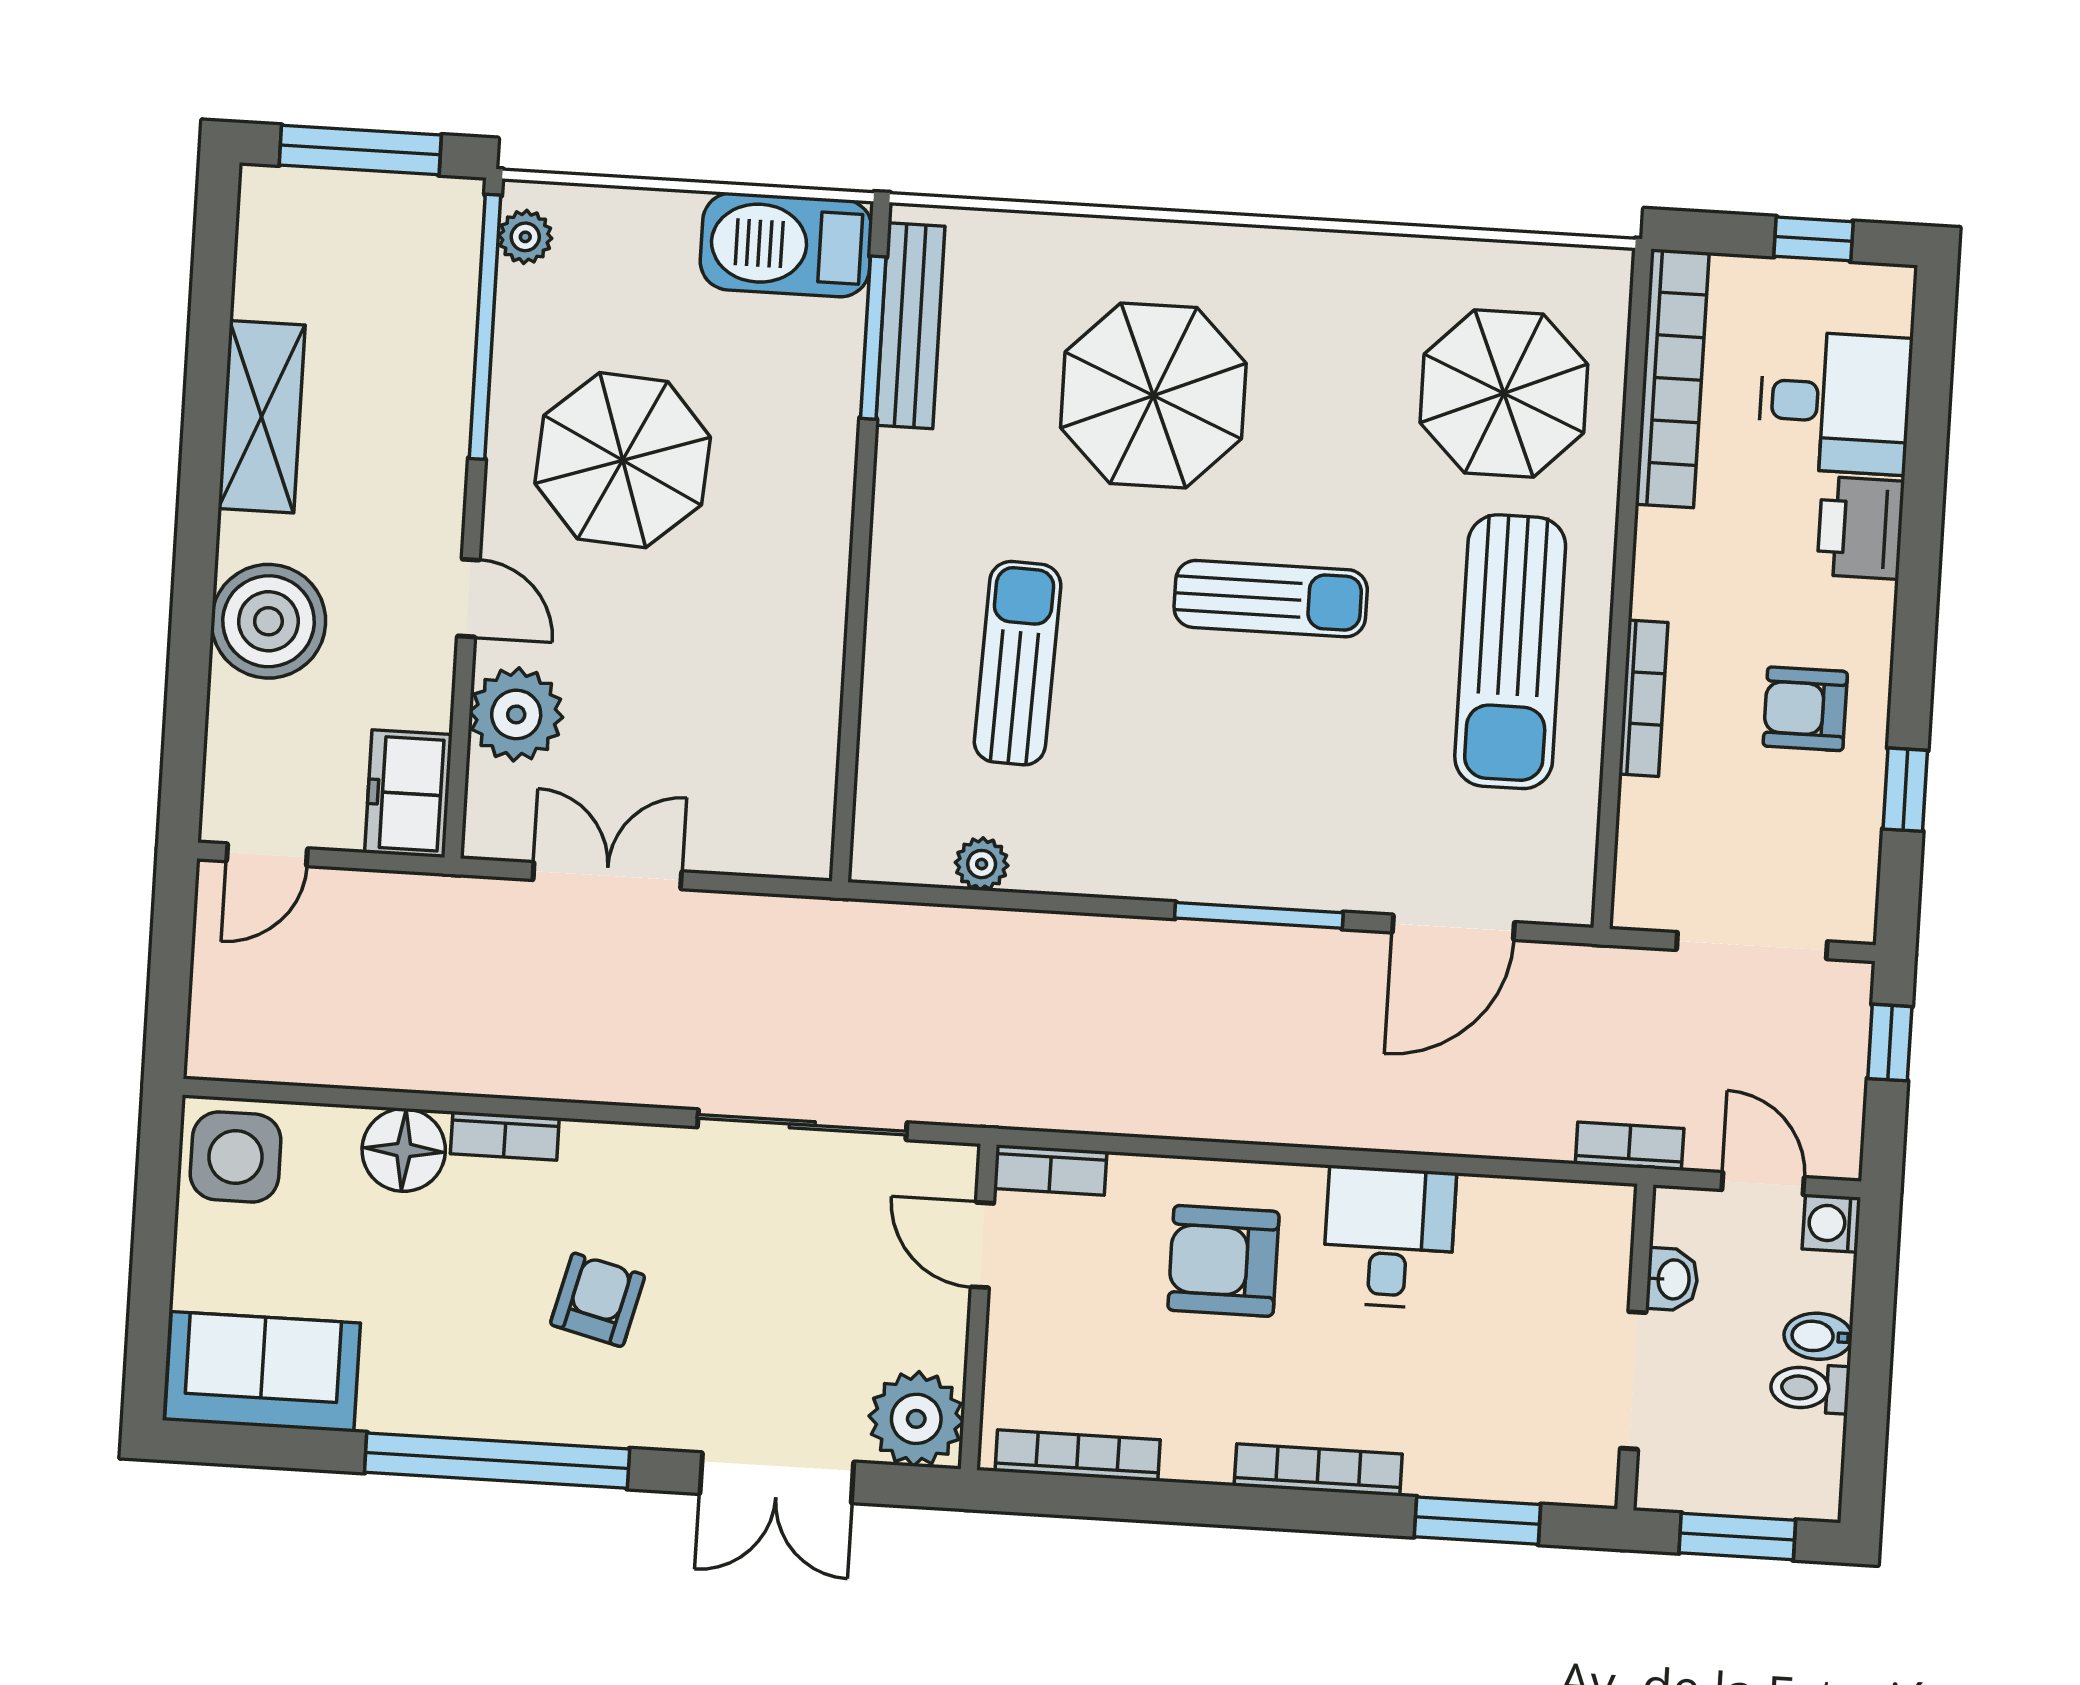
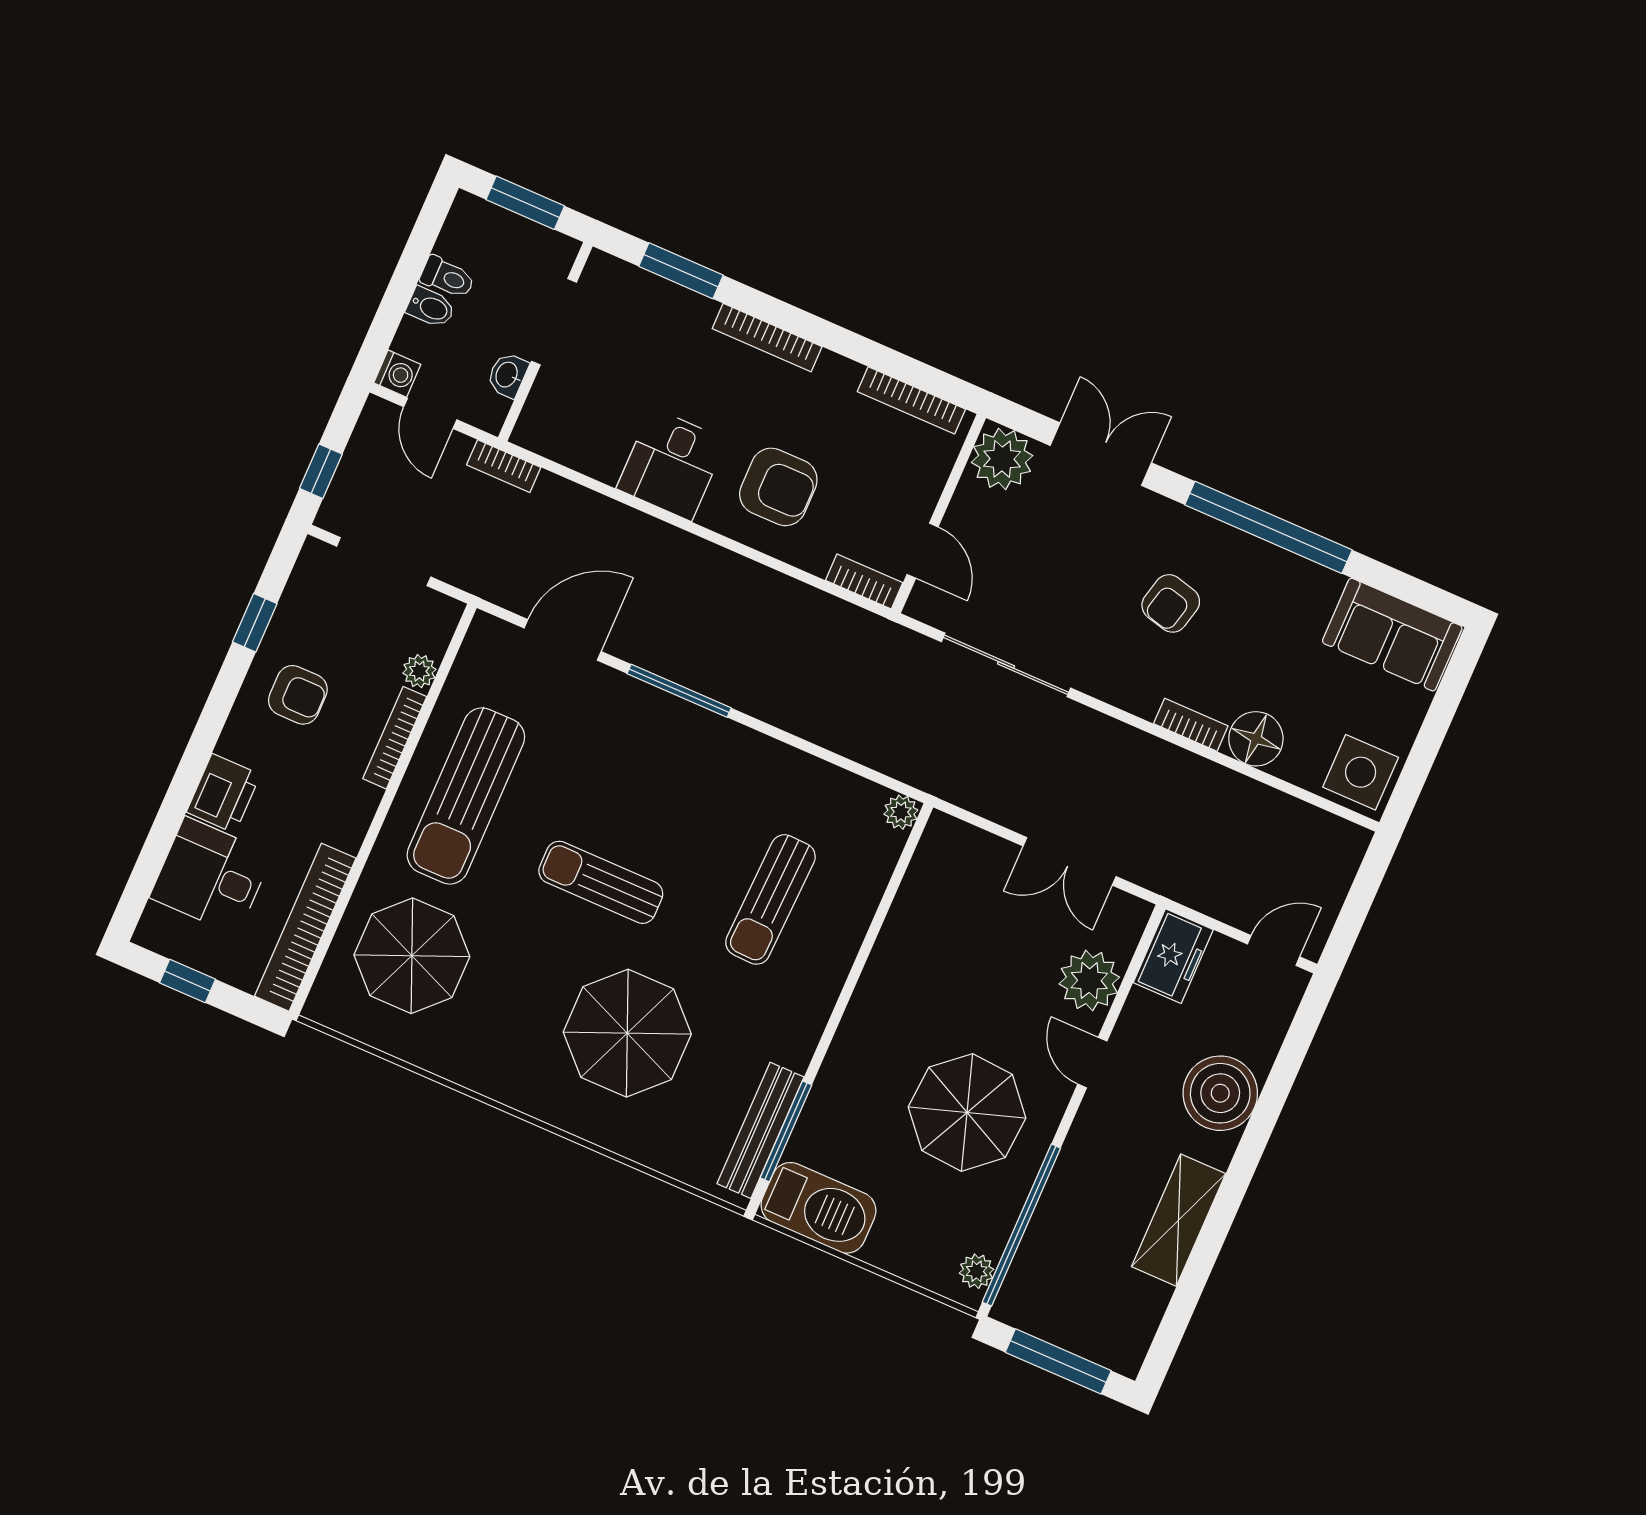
sun lounger: (1510, 652) -> (466, 796), turned 180
plant: (1643, 807) -> (419, 671), added
plant: (982, 864) -> (901, 812), moved

